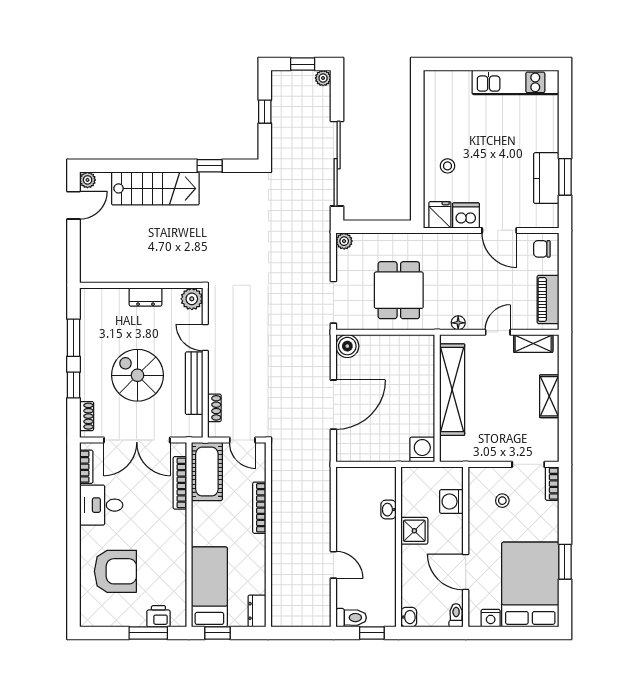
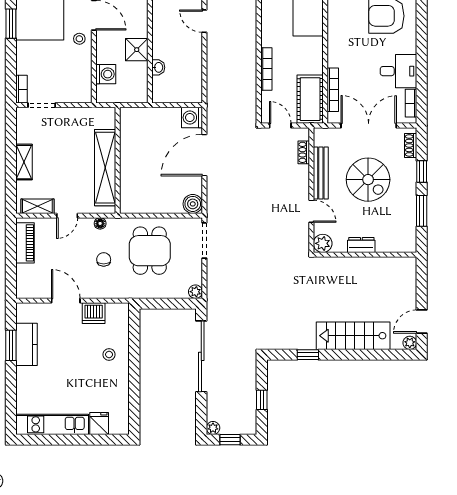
fridge: (440, 215) -> (99, 423), moved, turned 180
chair: (542, 249) -> (104, 259), moved, turned -90
washing machine: (422, 450) -> (192, 118), moved, turned 90
stool: (502, 501) -> (79, 39), moved

